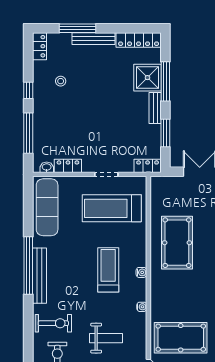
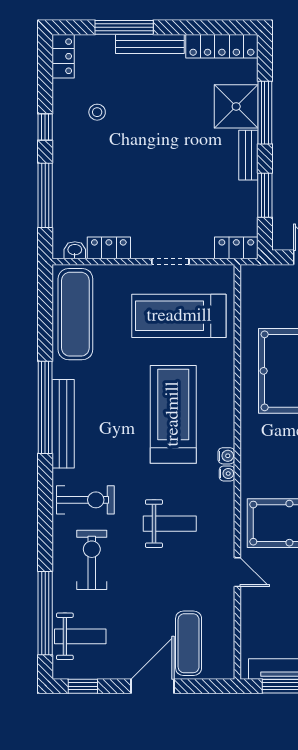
treadmill: (108, 270) -> (173, 414), width x1.37, depth x1.38
water cooler: (141, 272) -> (226, 456), moved

